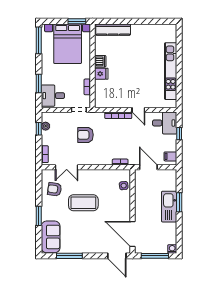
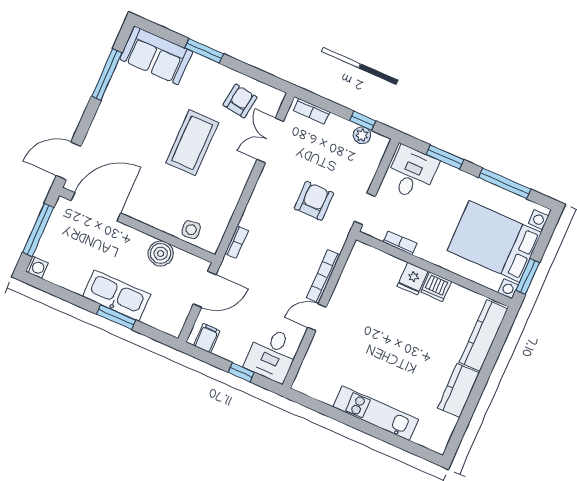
kitchen counter: (143, 30) -> (458, 391), added
window: (39, 40) -> (505, 183), moved
kitchen unit: (171, 71) -> (376, 413), width x0.73
boiler: (141, 195) -> (161, 254), added

